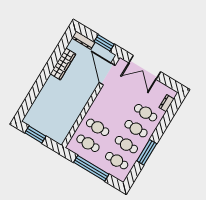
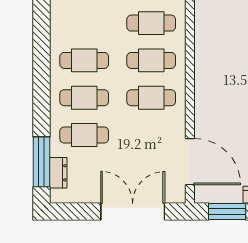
window: (147, 152) -> (41, 162), moved
cafe table: (117, 161) -> (151, 98), moved

